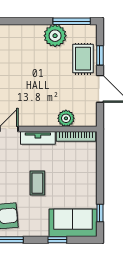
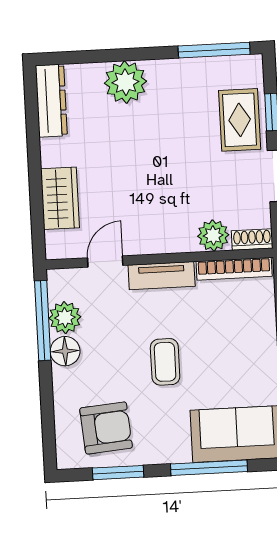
plant: (55, 36) -> (125, 82), moved
shoe rack: (86, 121) -> (252, 240), added
window: (57, 240) -> (209, 468), width x2.17

